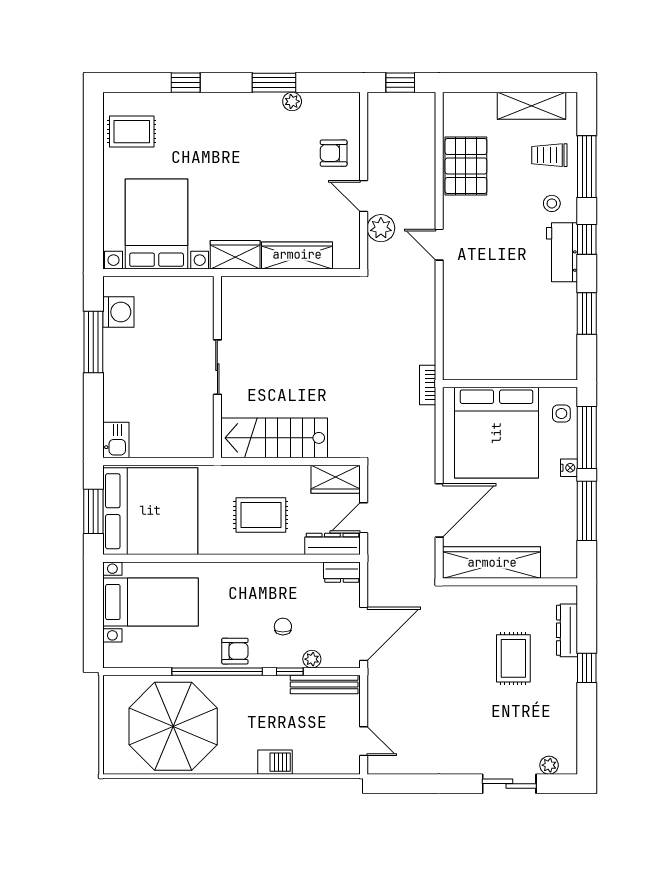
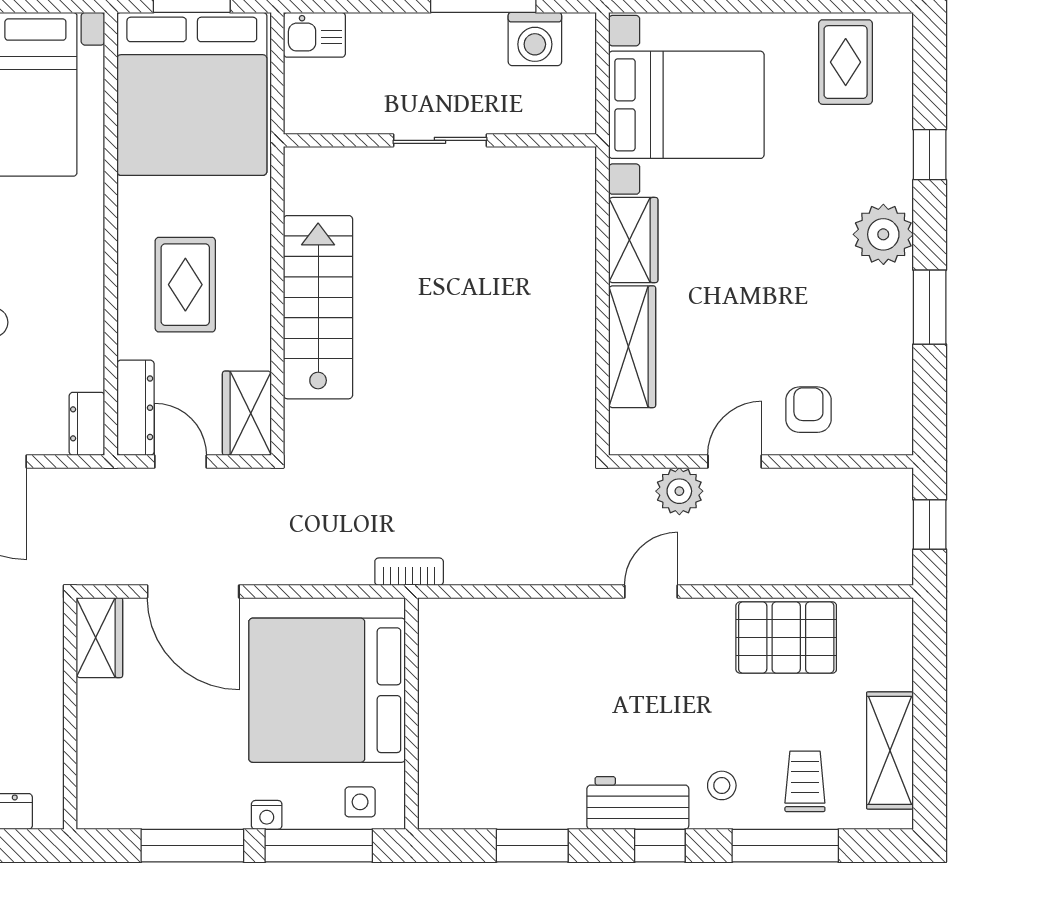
plant: (292, 101) -> (883, 234), moved, width x1.88, depth x1.88
sliding door: (217, 367) -> (440, 140), moved
wall: (217, 367) -> (440, 140), moved
wardrobe: (492, 563) -> (99, 638), width x0.48, depth x0.85

